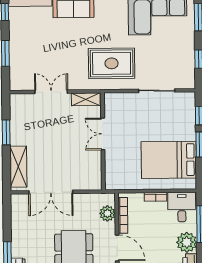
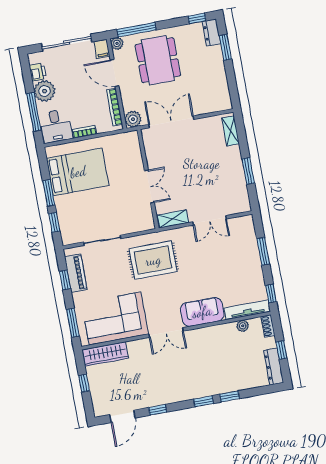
piano: (187, 64) -> (76, 273), added
shelving: (18, 167) -> (230, 131), width x0.67, depth x0.75
double door: (51, 192) -> (171, 122), moved
plant: (107, 213) -> (133, 119), moved

